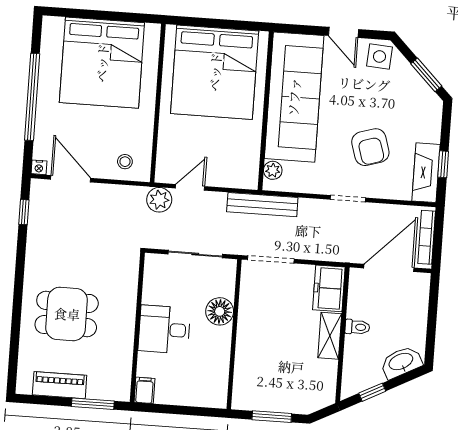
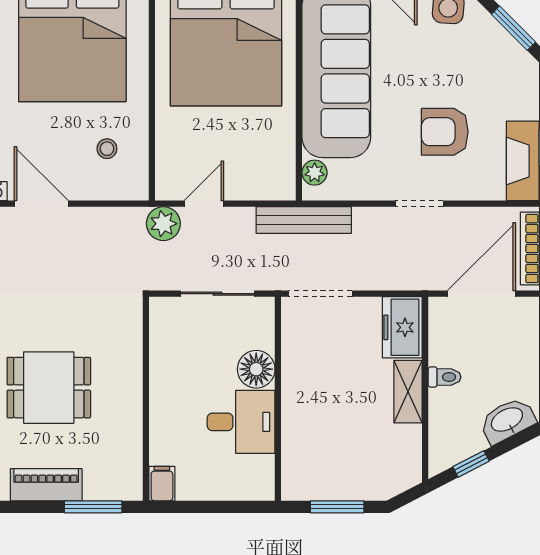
armchair: (370, 147) -> (445, 132), turned 107
stool: (125, 162) -> (107, 149), moved
desk: (164, 329) -> (241, 422), moved, turned 180

